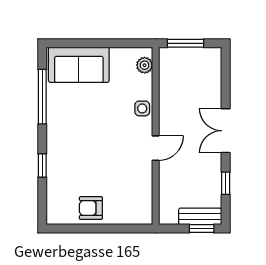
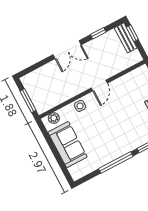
sofa: (79, 65) -> (67, 145), moved
window: (42, 97) -> (116, 162), moved
door: (156, 148) -> (99, 86), swing flipped

